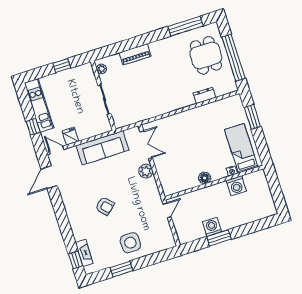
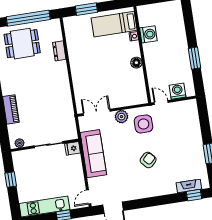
fridge: (70, 136) -> (73, 148), moved
washing machine: (212, 227) -> (177, 91), moved, turned 90
side table: (130, 243) -> (143, 124), moved

